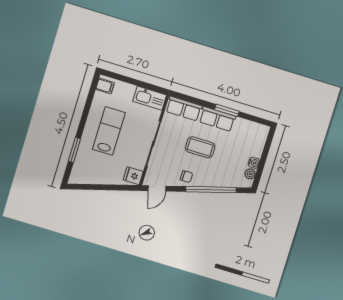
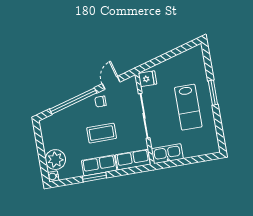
filing cabinet: (105, 86) -> (211, 145), removed
window: (74, 150) -> (213, 93), moved
water cooler: (254, 163) -> (53, 176), moved
plant: (250, 174) -> (55, 160), moved, width x1.88, depth x1.88
door: (157, 188) -> (111, 83), moved

